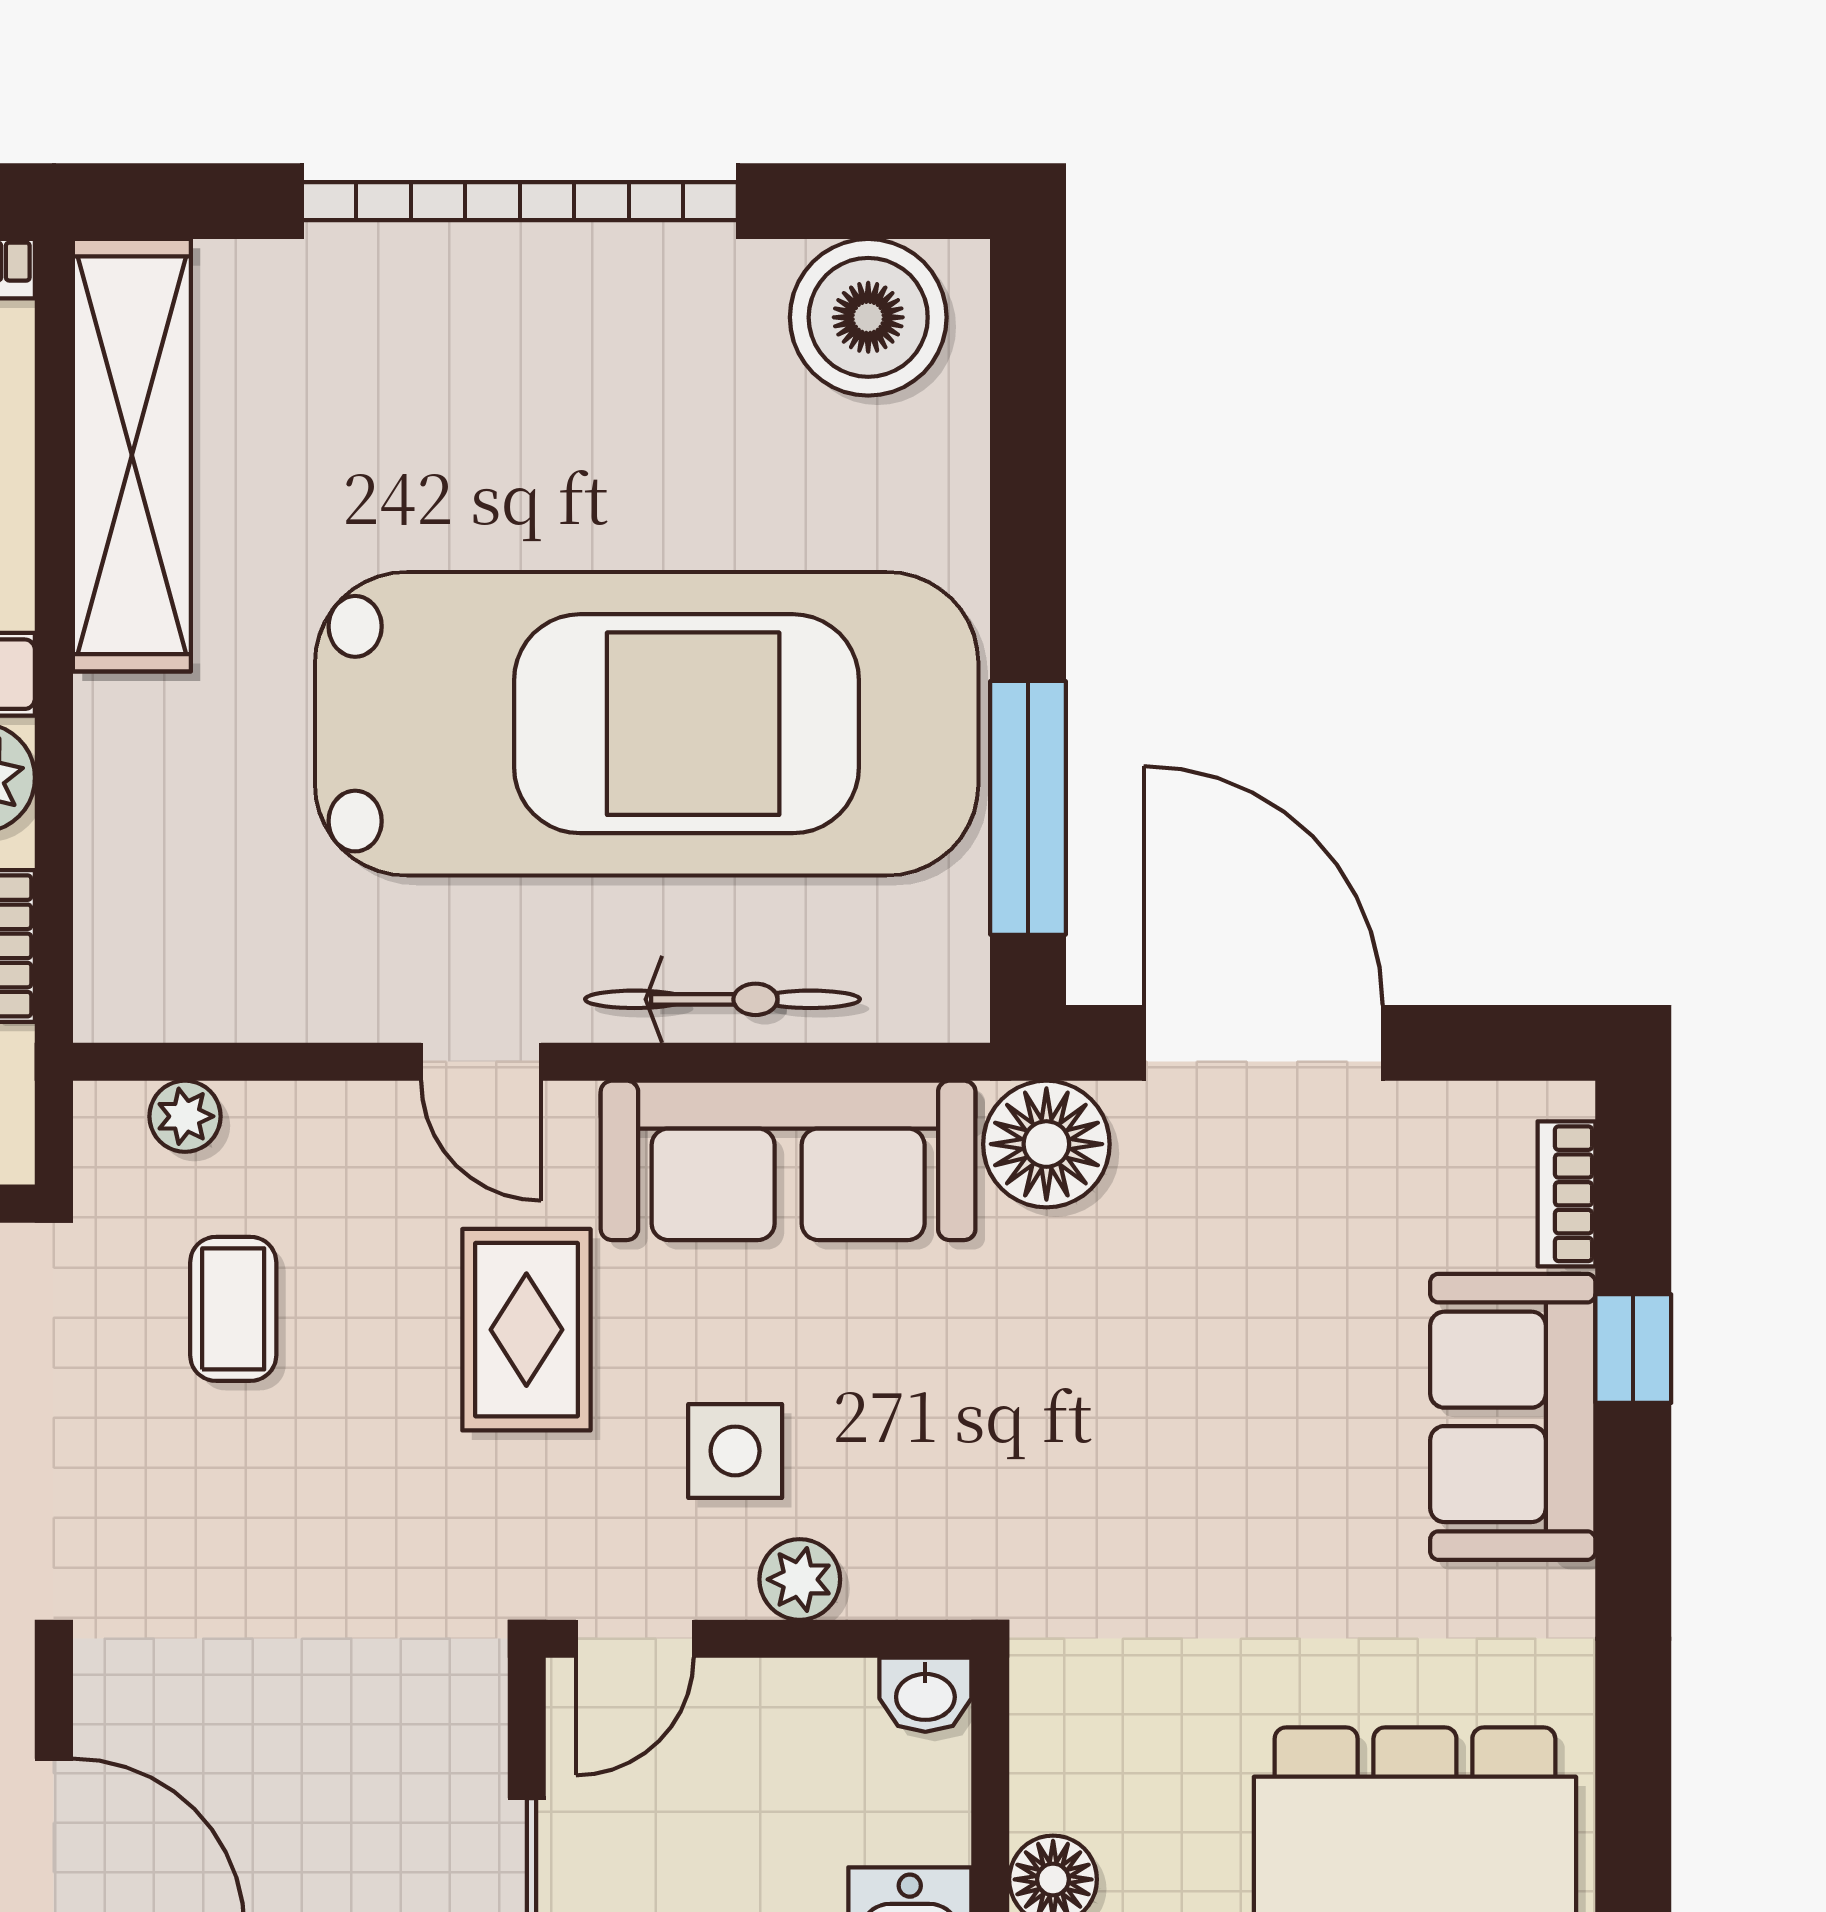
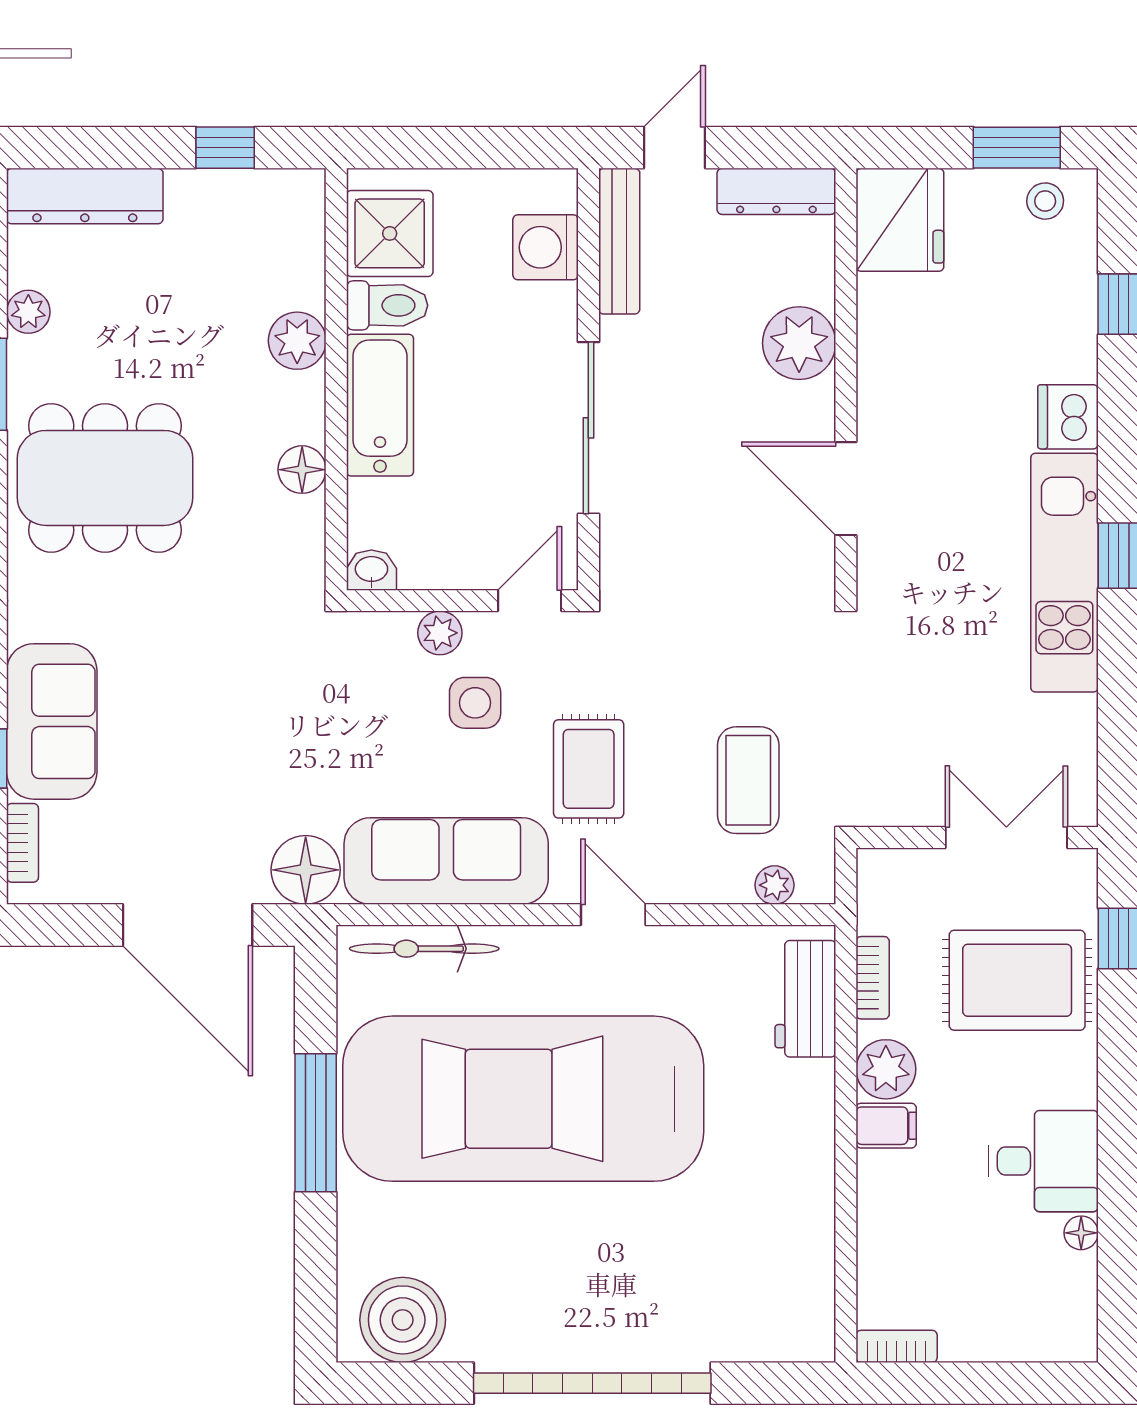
shelving: (132, 455) -> (803, 1245), removed
window: (1028, 808) -> (316, 1123), moved
workbench: (128, 907) -> (805, 999), added
bicycle: (722, 999) -> (424, 949), moved
coffee table: (233, 1309) -> (748, 780), width x1.36, depth x1.30

